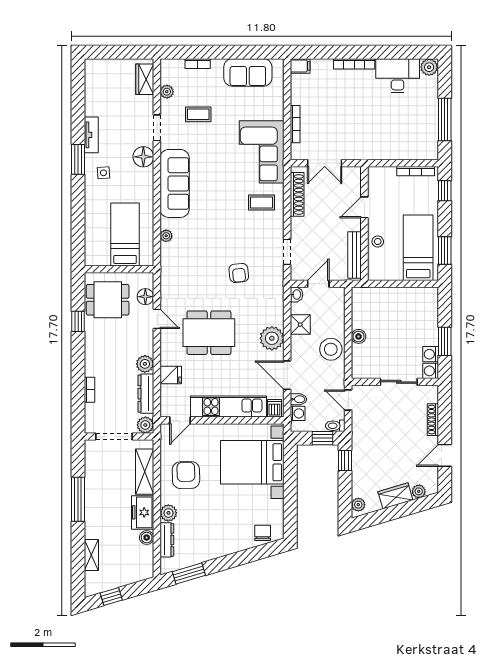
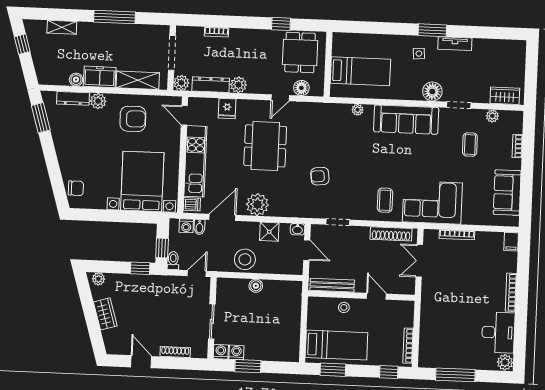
plant: (419, 491) -> (109, 336), removed

